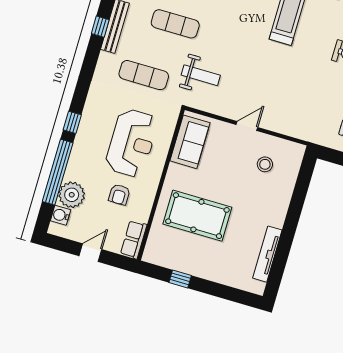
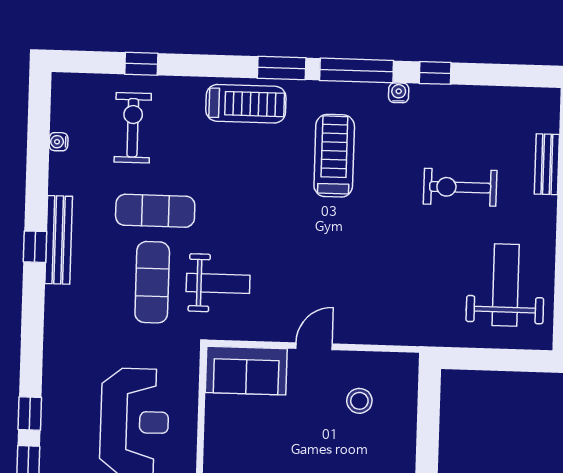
exercise mat: (144, 75) -> (152, 282), moved, turned 90
sofa: (190, 142) -> (246, 371), moved, turned 90

